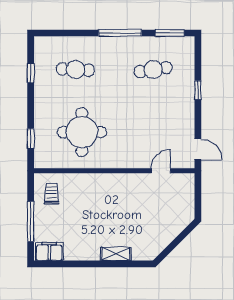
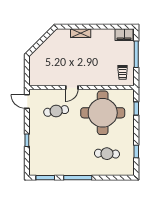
cafe table: (153, 70) -> (56, 111), moved
round table: (82, 132) -> (103, 113), width x1.36, depth x1.36
door: (161, 171) -> (72, 88), moved

